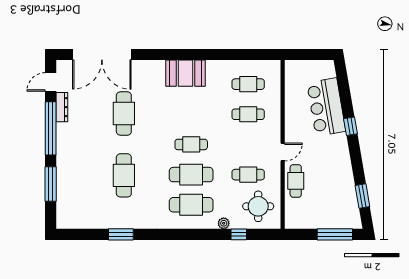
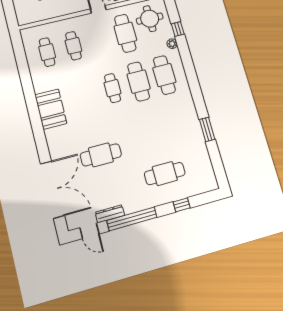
cafe table: (124, 175) -> (165, 174), moved
cafe table: (248, 175) -> (125, 33), width x1.37, depth x1.35
window: (51, 184) -> (182, 205), width x0.46

